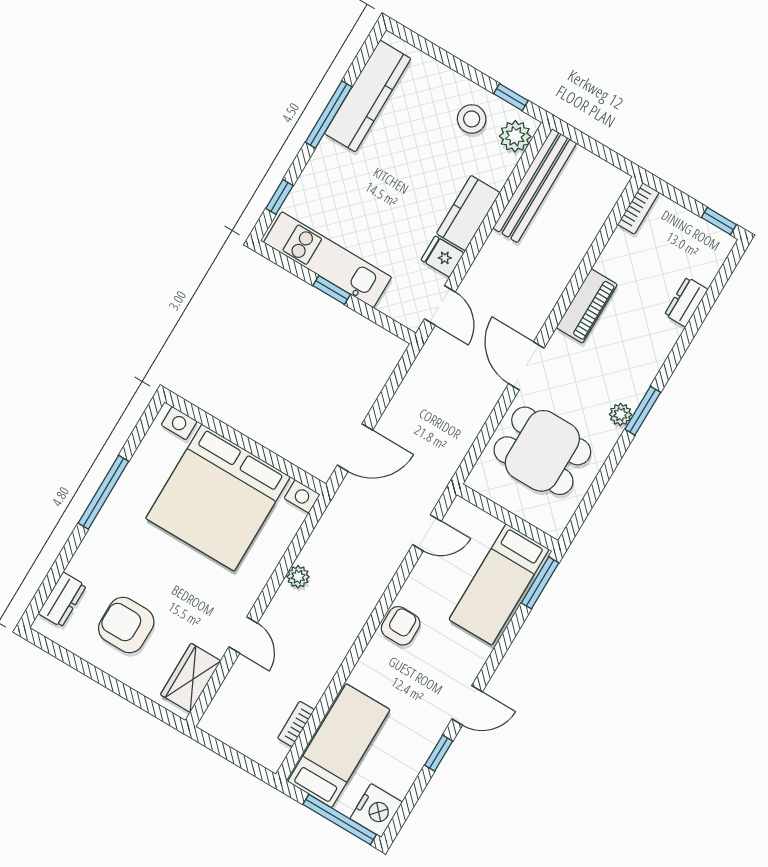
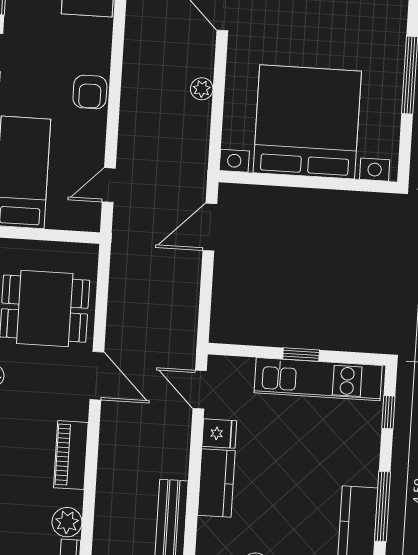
plant: (622, 247) -> (67, 522), added

